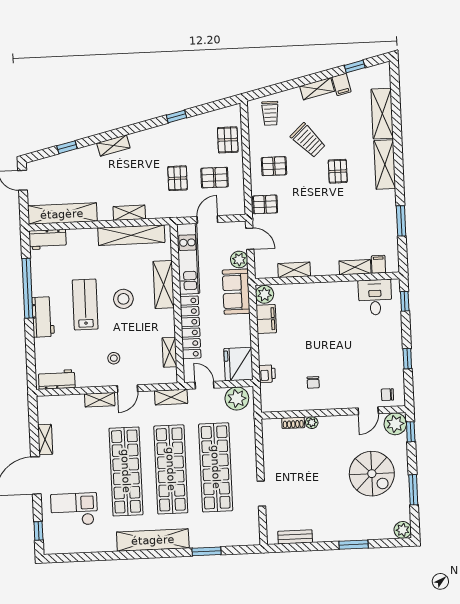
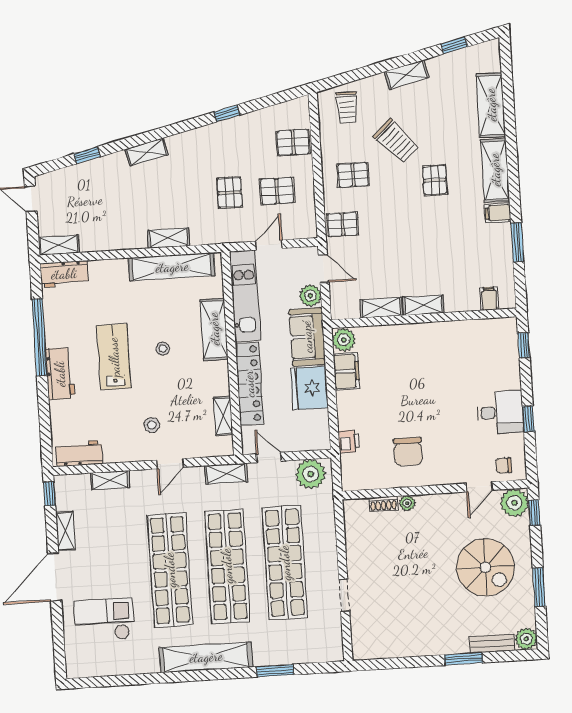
filing cabinet: (342, 84) -> (498, 213), moved, turned 103
pallet: (228, 140) -> (293, 142), turned 90
shelving: (62, 214) -> (59, 245), width x0.45, depth x0.75
shelving: (355, 267) -> (423, 305), moved
desk: (375, 297) -> (500, 412), moved, turned 90
stool: (123, 299) -> (163, 349), width x0.53, depth x0.53
fridge: (238, 364) -> (309, 388), moved
chair: (313, 382) -> (408, 452), width x1.87, depth x1.87
shelving: (100, 400) -> (110, 480), moved
window: (38, 531) -> (49, 494), moved
bench: (295, 537) -> (492, 644), moved

